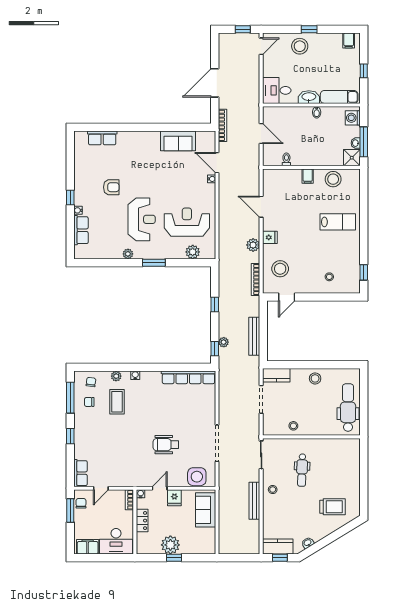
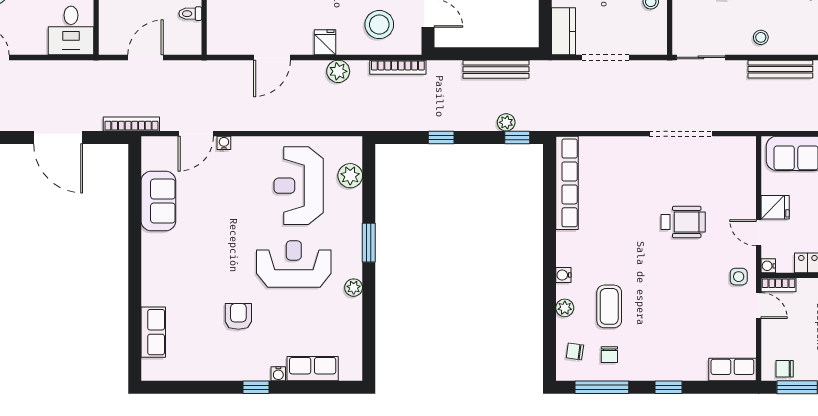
coffee table: (117, 402) -> (609, 306), turned 90
wheelchair: (166, 445) -> (683, 222), turned -90
side table: (197, 477) -> (739, 277), moved, width x0.54, depth x0.54
door: (101, 488) -> (759, 306), moved

